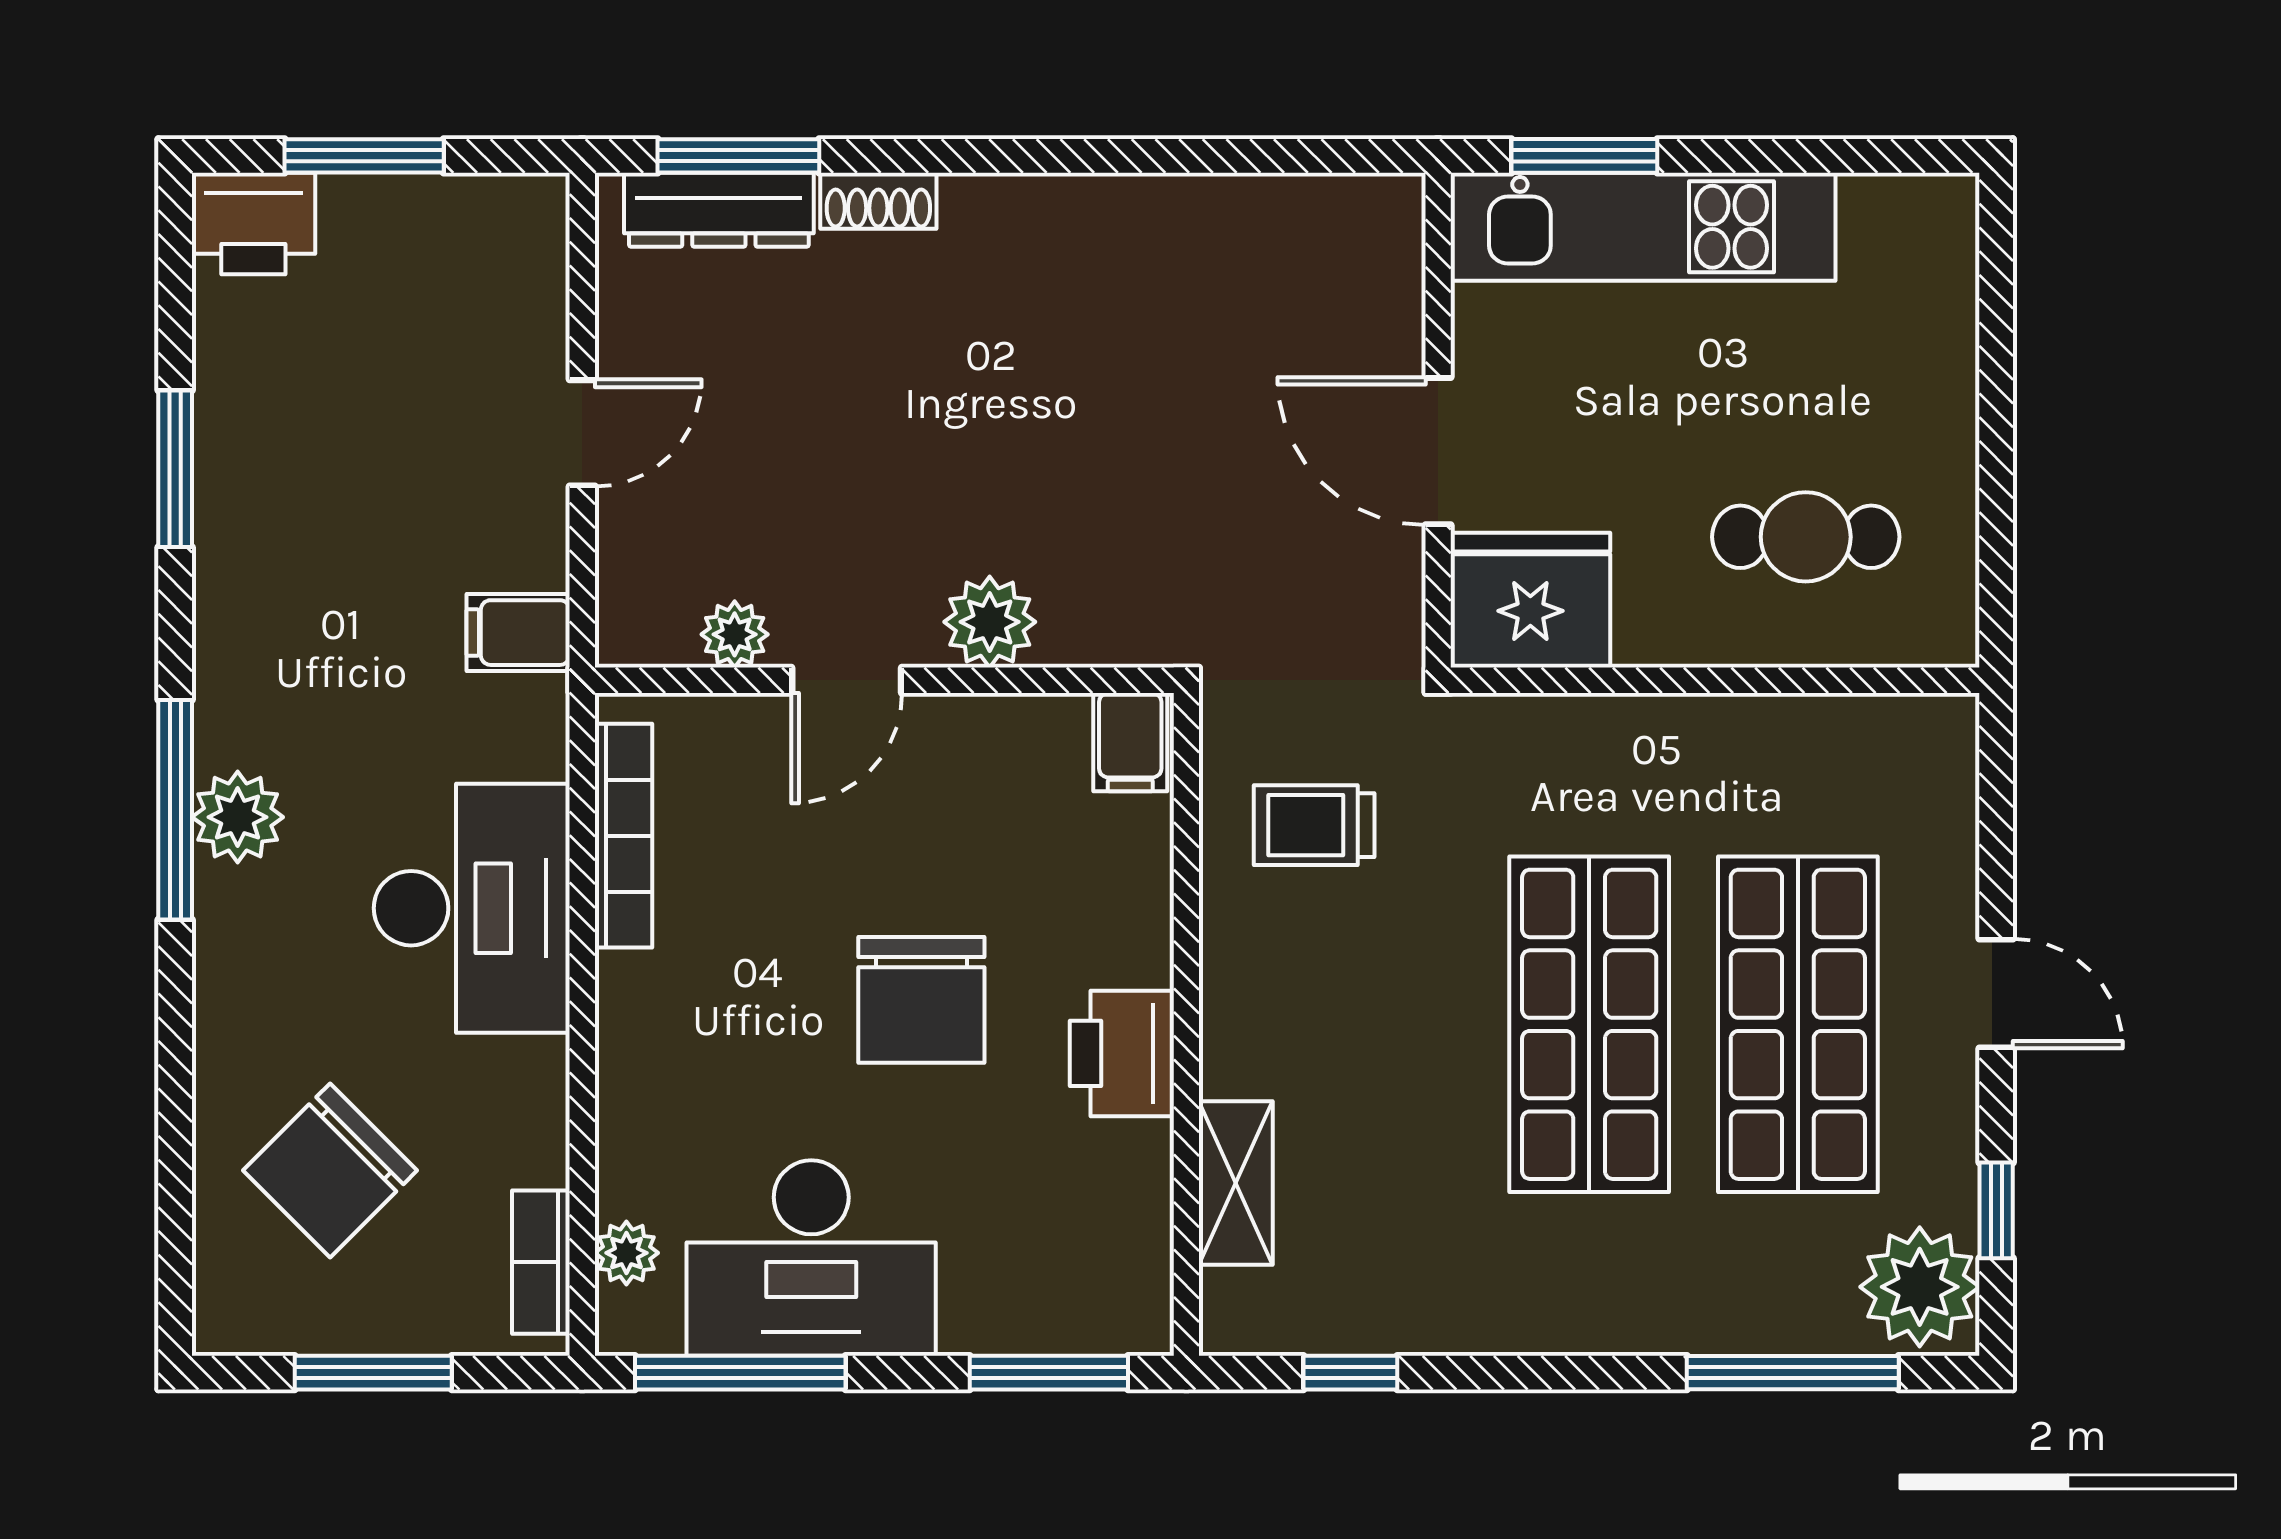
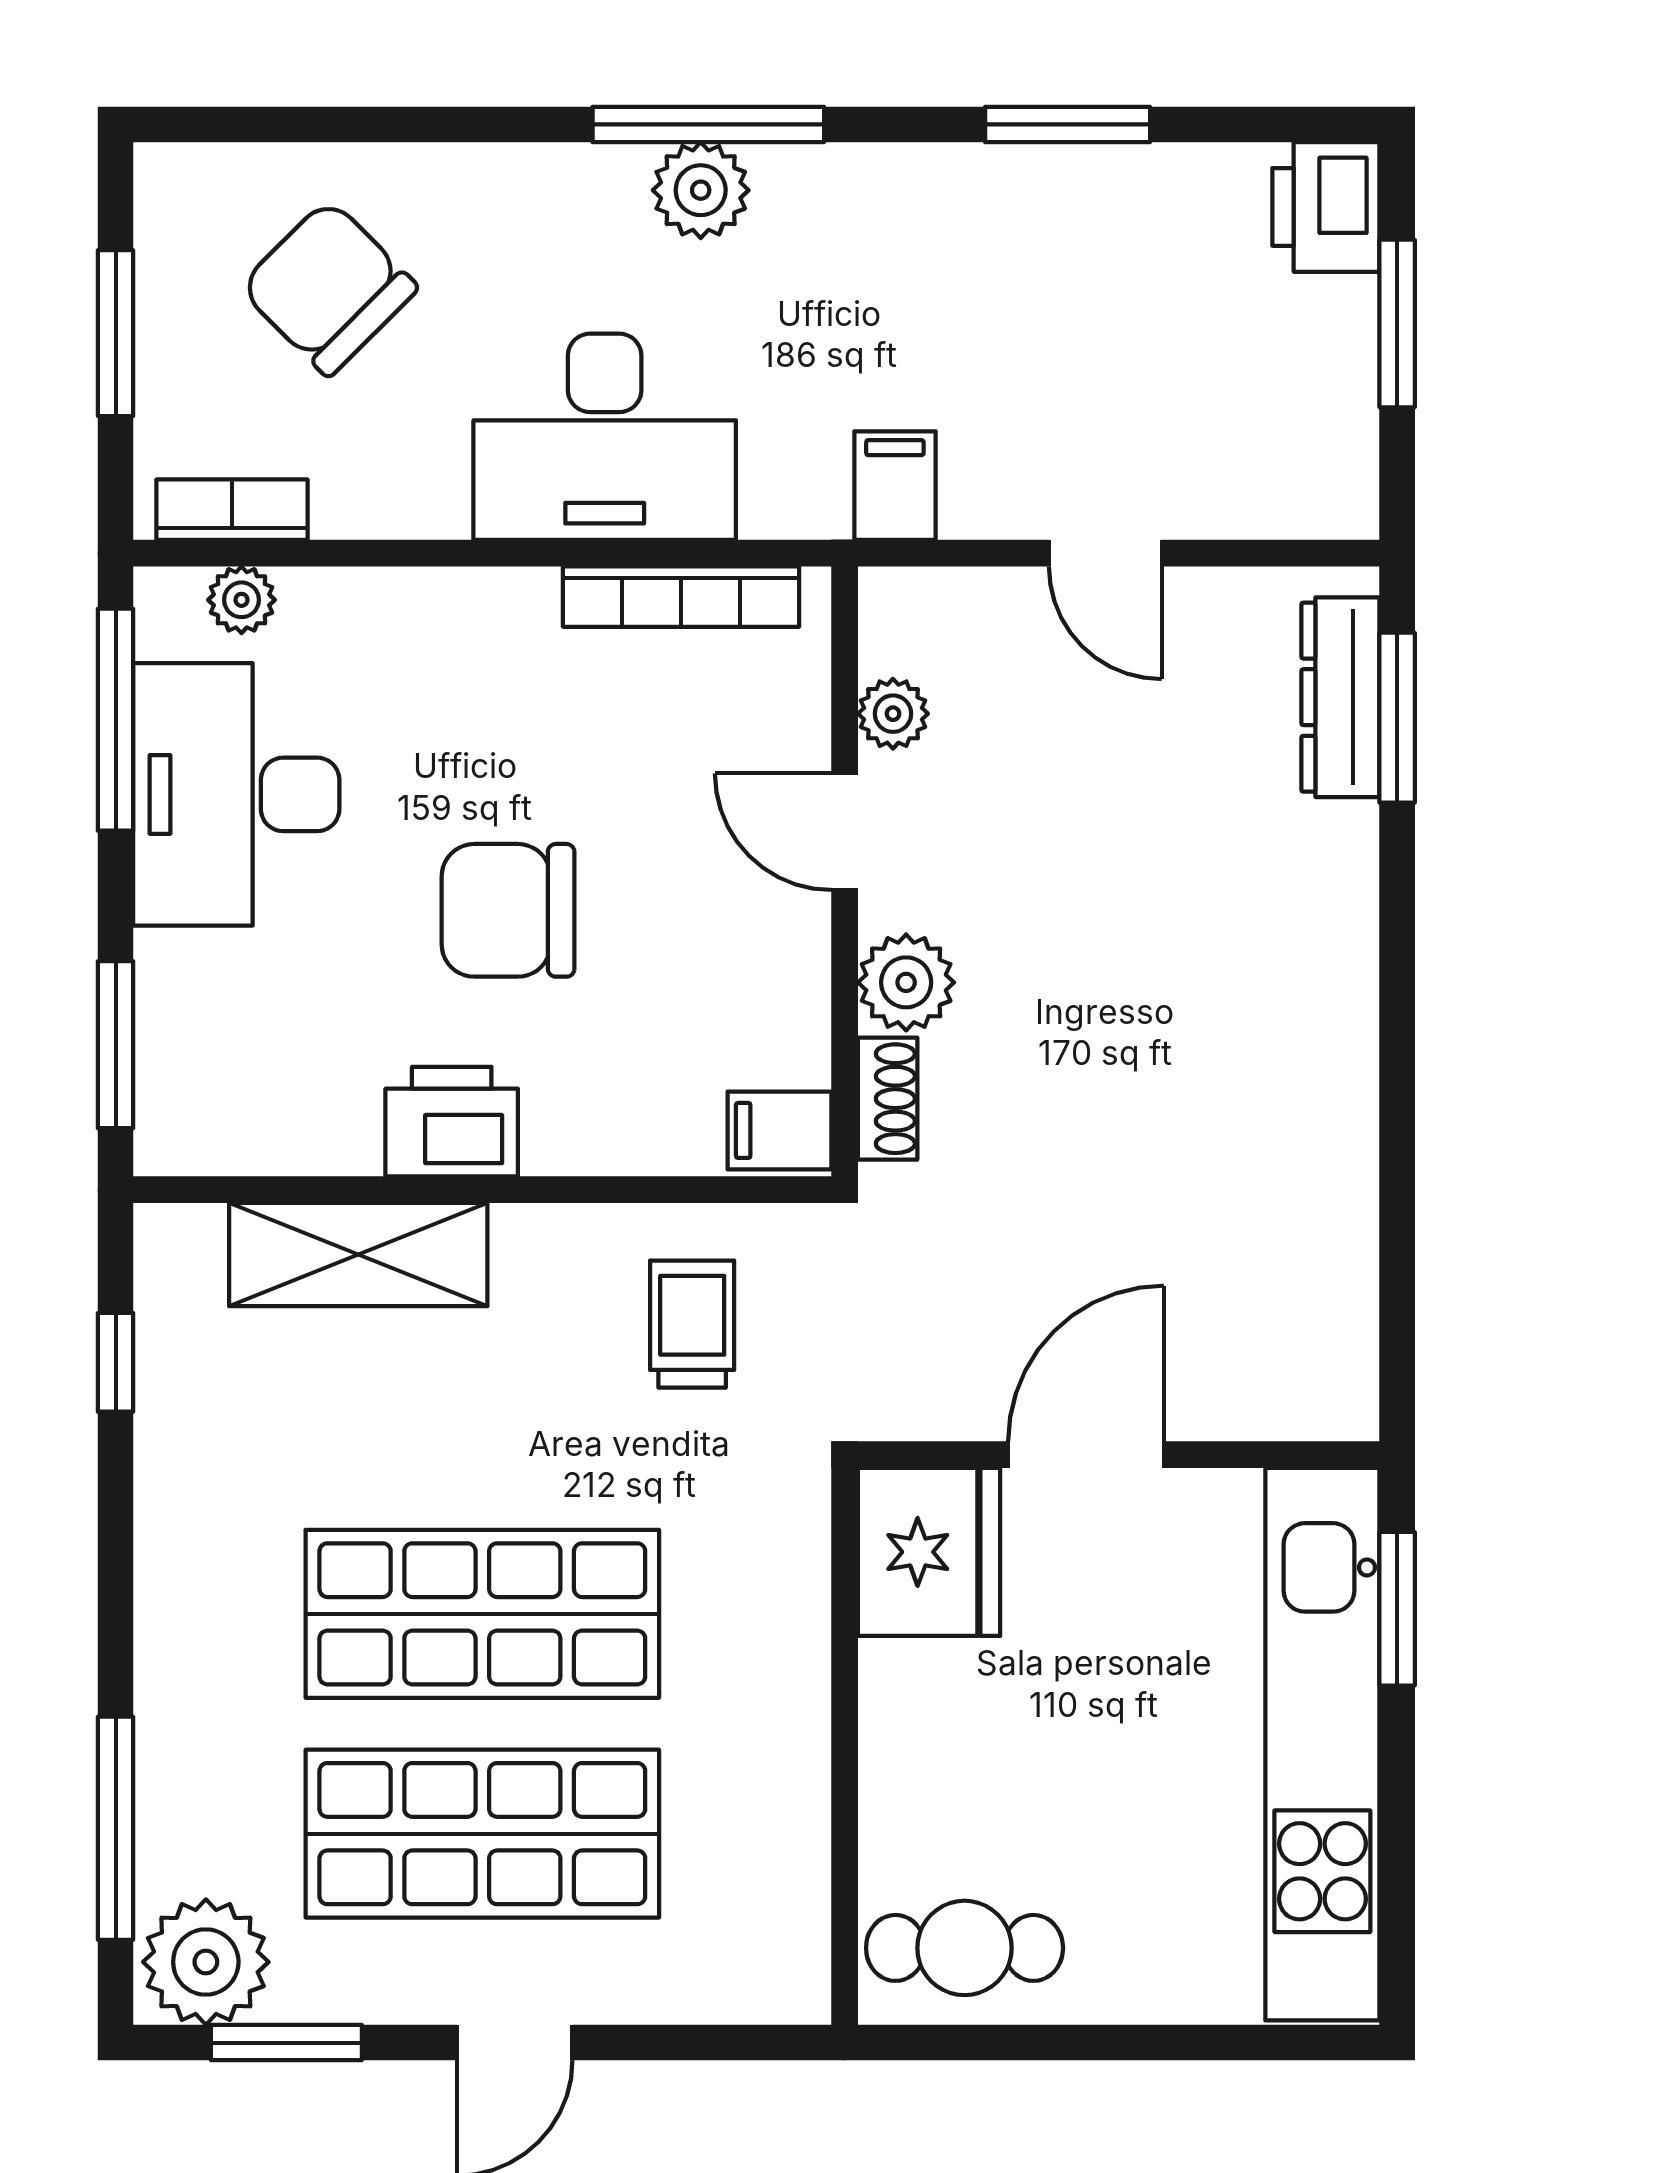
shoe rack: (878, 201) -> (888, 1099), moved, turned 180
kitchen unit: (1643, 227) -> (1322, 1744), width x1.36
cafe table: (1806, 537) -> (965, 1948), moved, turned 90
shelving: (1236, 1183) -> (358, 1255), width x1.50, depth x1.33
window: (1996, 1210) -> (286, 2043), width x1.50

